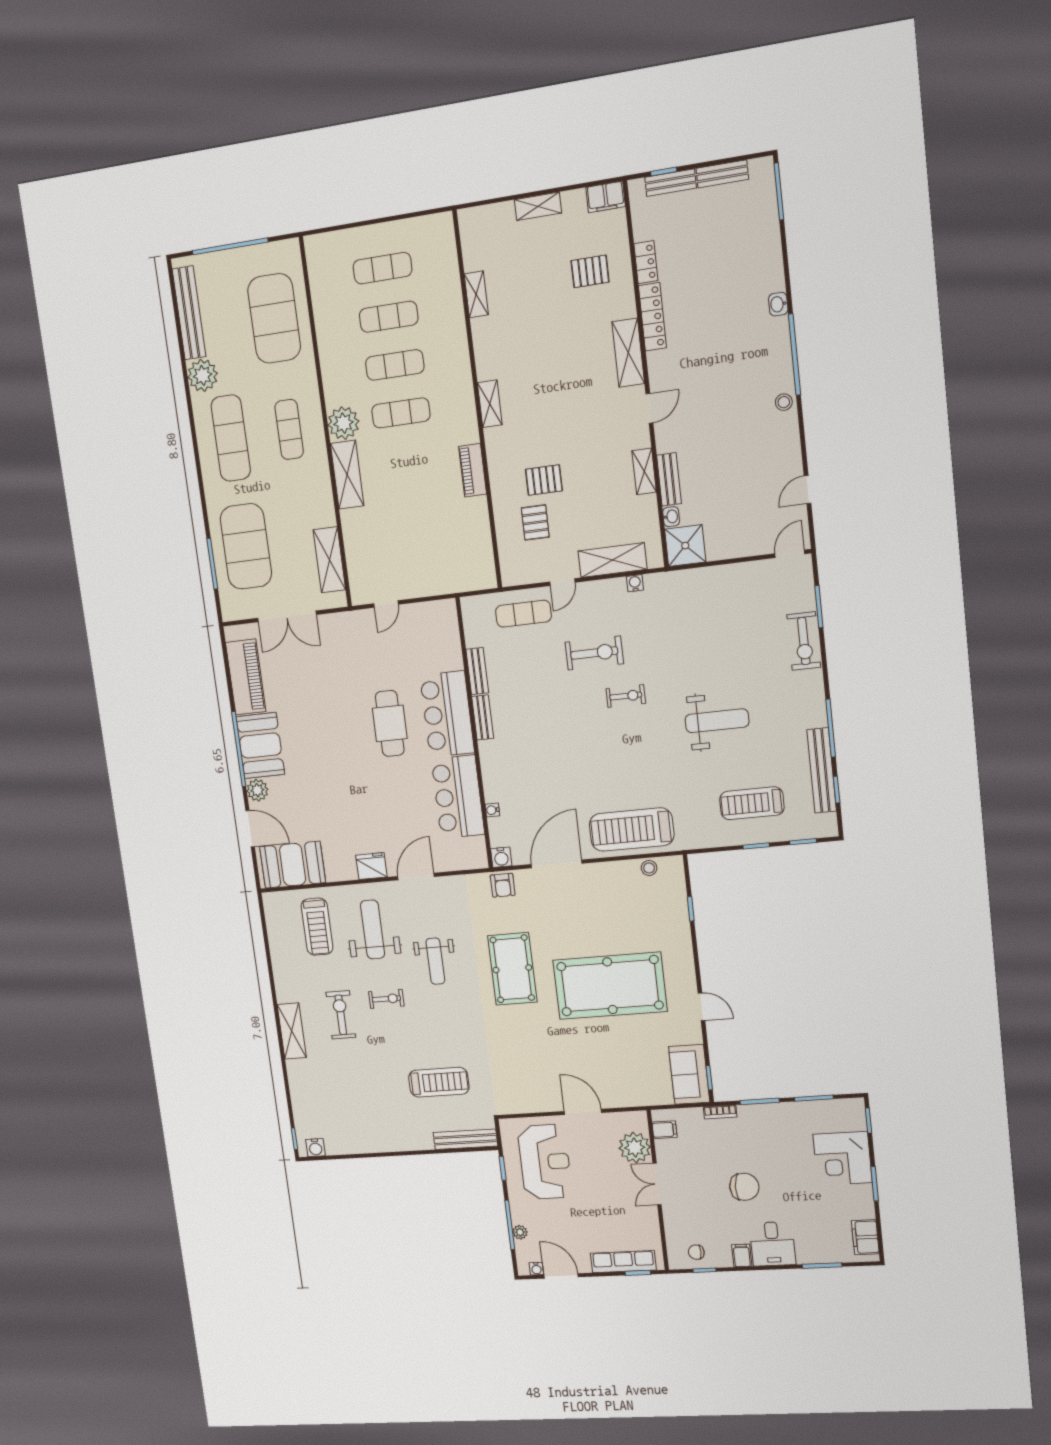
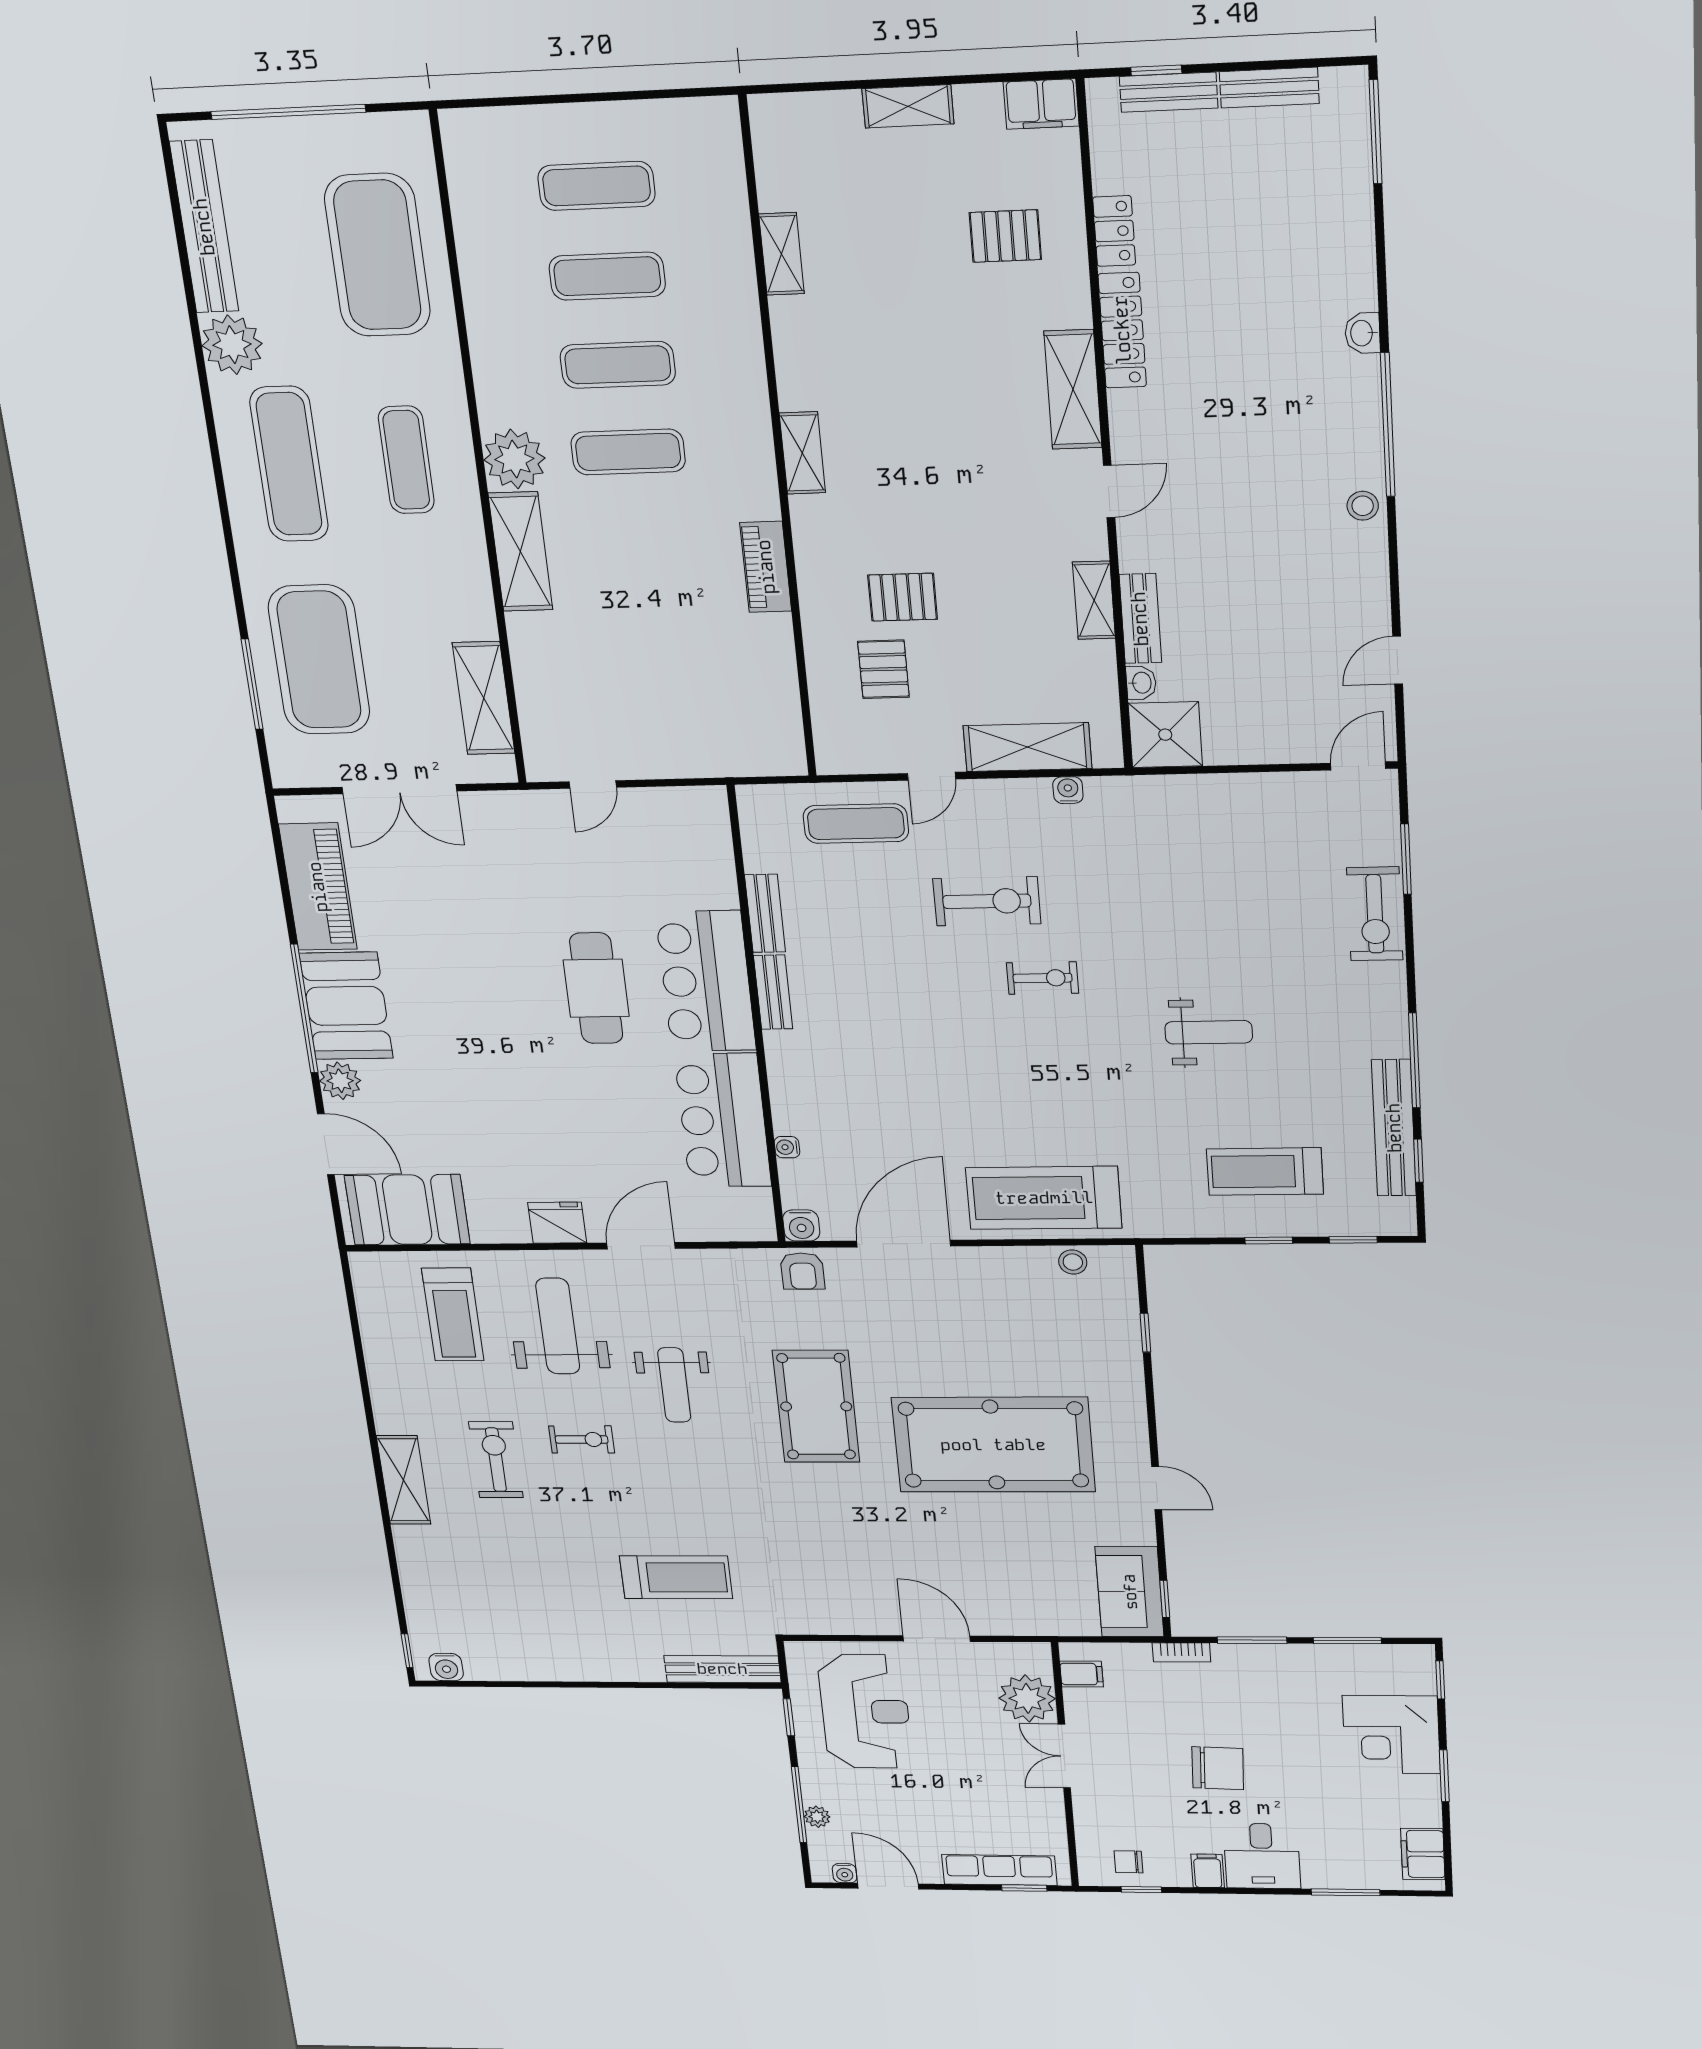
weight bench: (717, 721) -> (1209, 1032), width x0.73, depth x0.75

